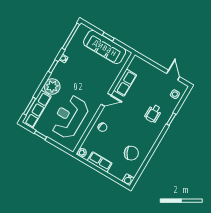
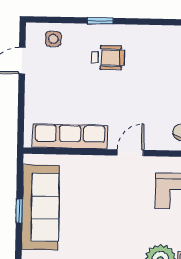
row of seats: (125, 83) -> (70, 136), width x1.48
door: (106, 100) -> (130, 153), hinge flipped

